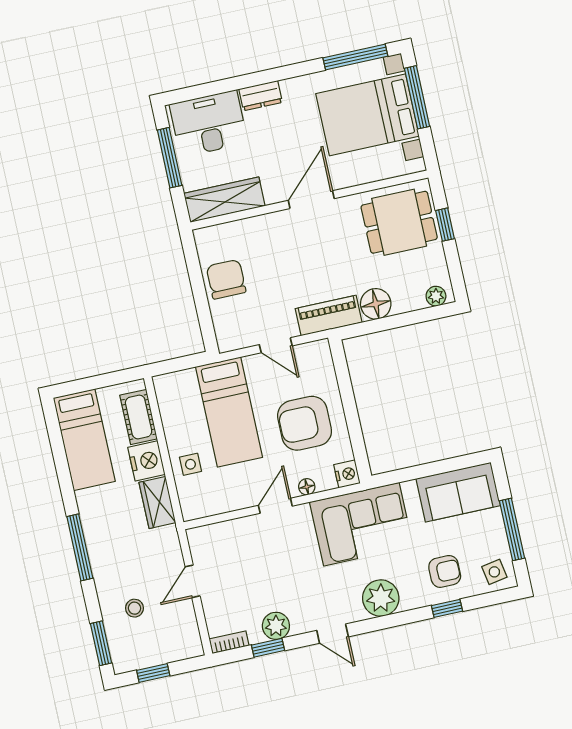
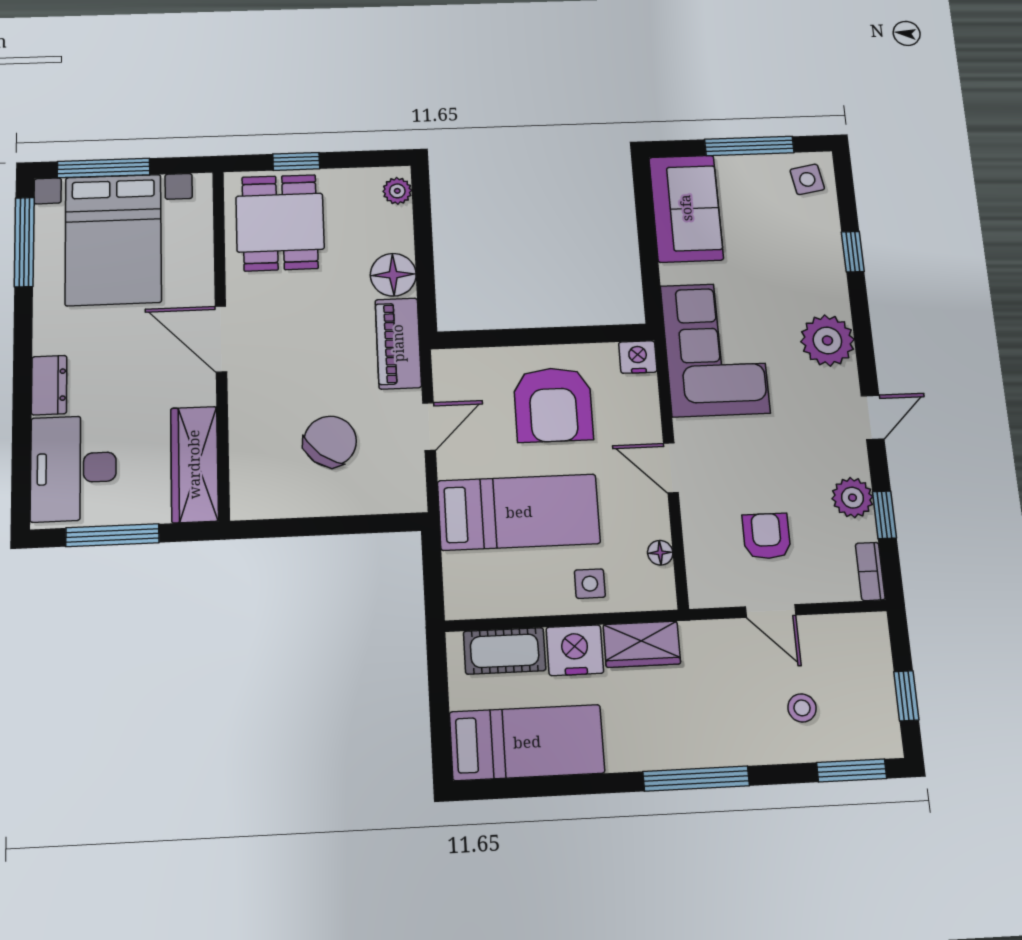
chair: (226, 279) -> (330, 441), moved, turned 128
floor lamp: (307, 487) -> (660, 553), moved
armchair: (445, 571) -> (767, 536), moved

